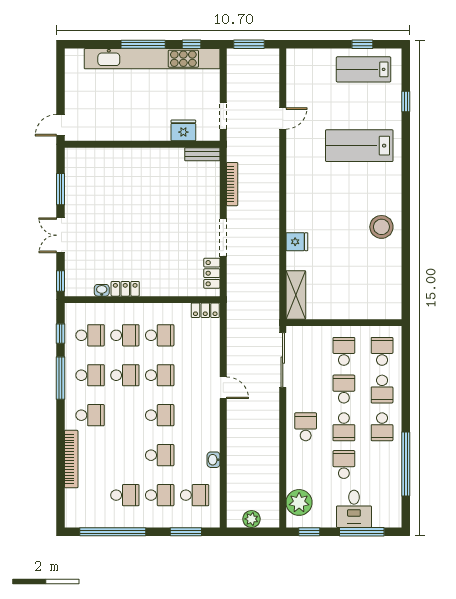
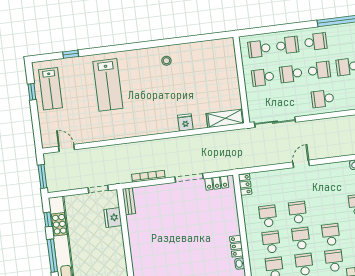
door: (283, 118) -> (67, 148), moved
stool: (381, 227) -> (166, 61), width x0.53, depth x0.53
school desk: (160, 415) -> (331, 235), moved

